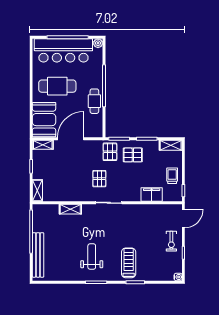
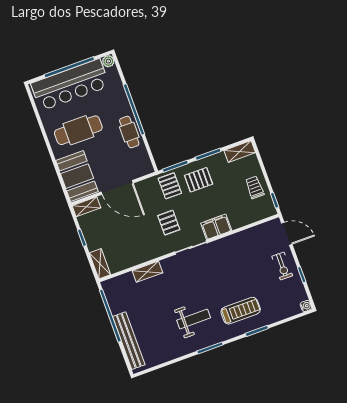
door: (71, 139) -> (117, 187), swing flipped
filing cabinet: (152, 194) -> (216, 227), moved
door: (183, 218) -> (287, 234), hinge flipped
weight bench: (92, 256) -> (194, 319), turned 90
treadmill: (129, 263) -> (241, 311), turned 90

